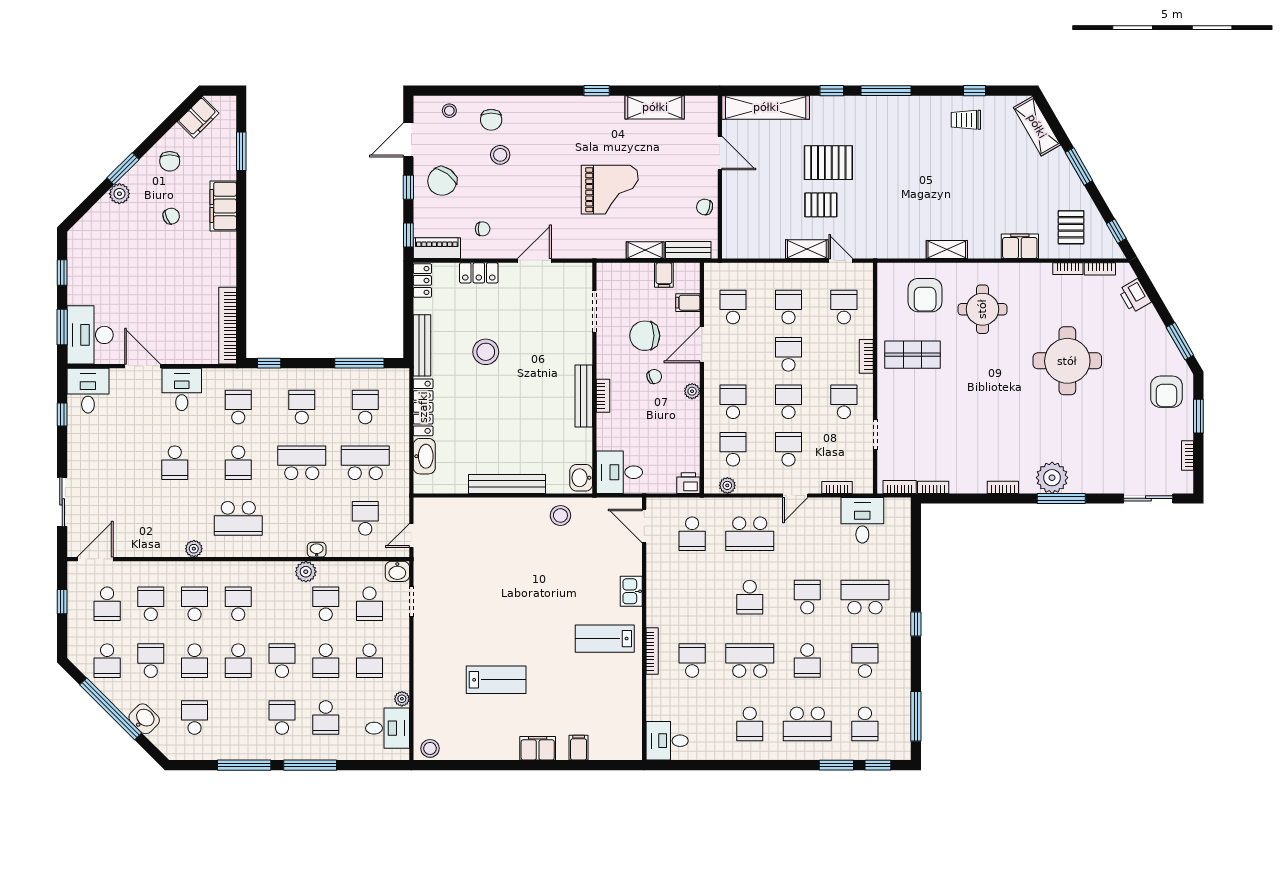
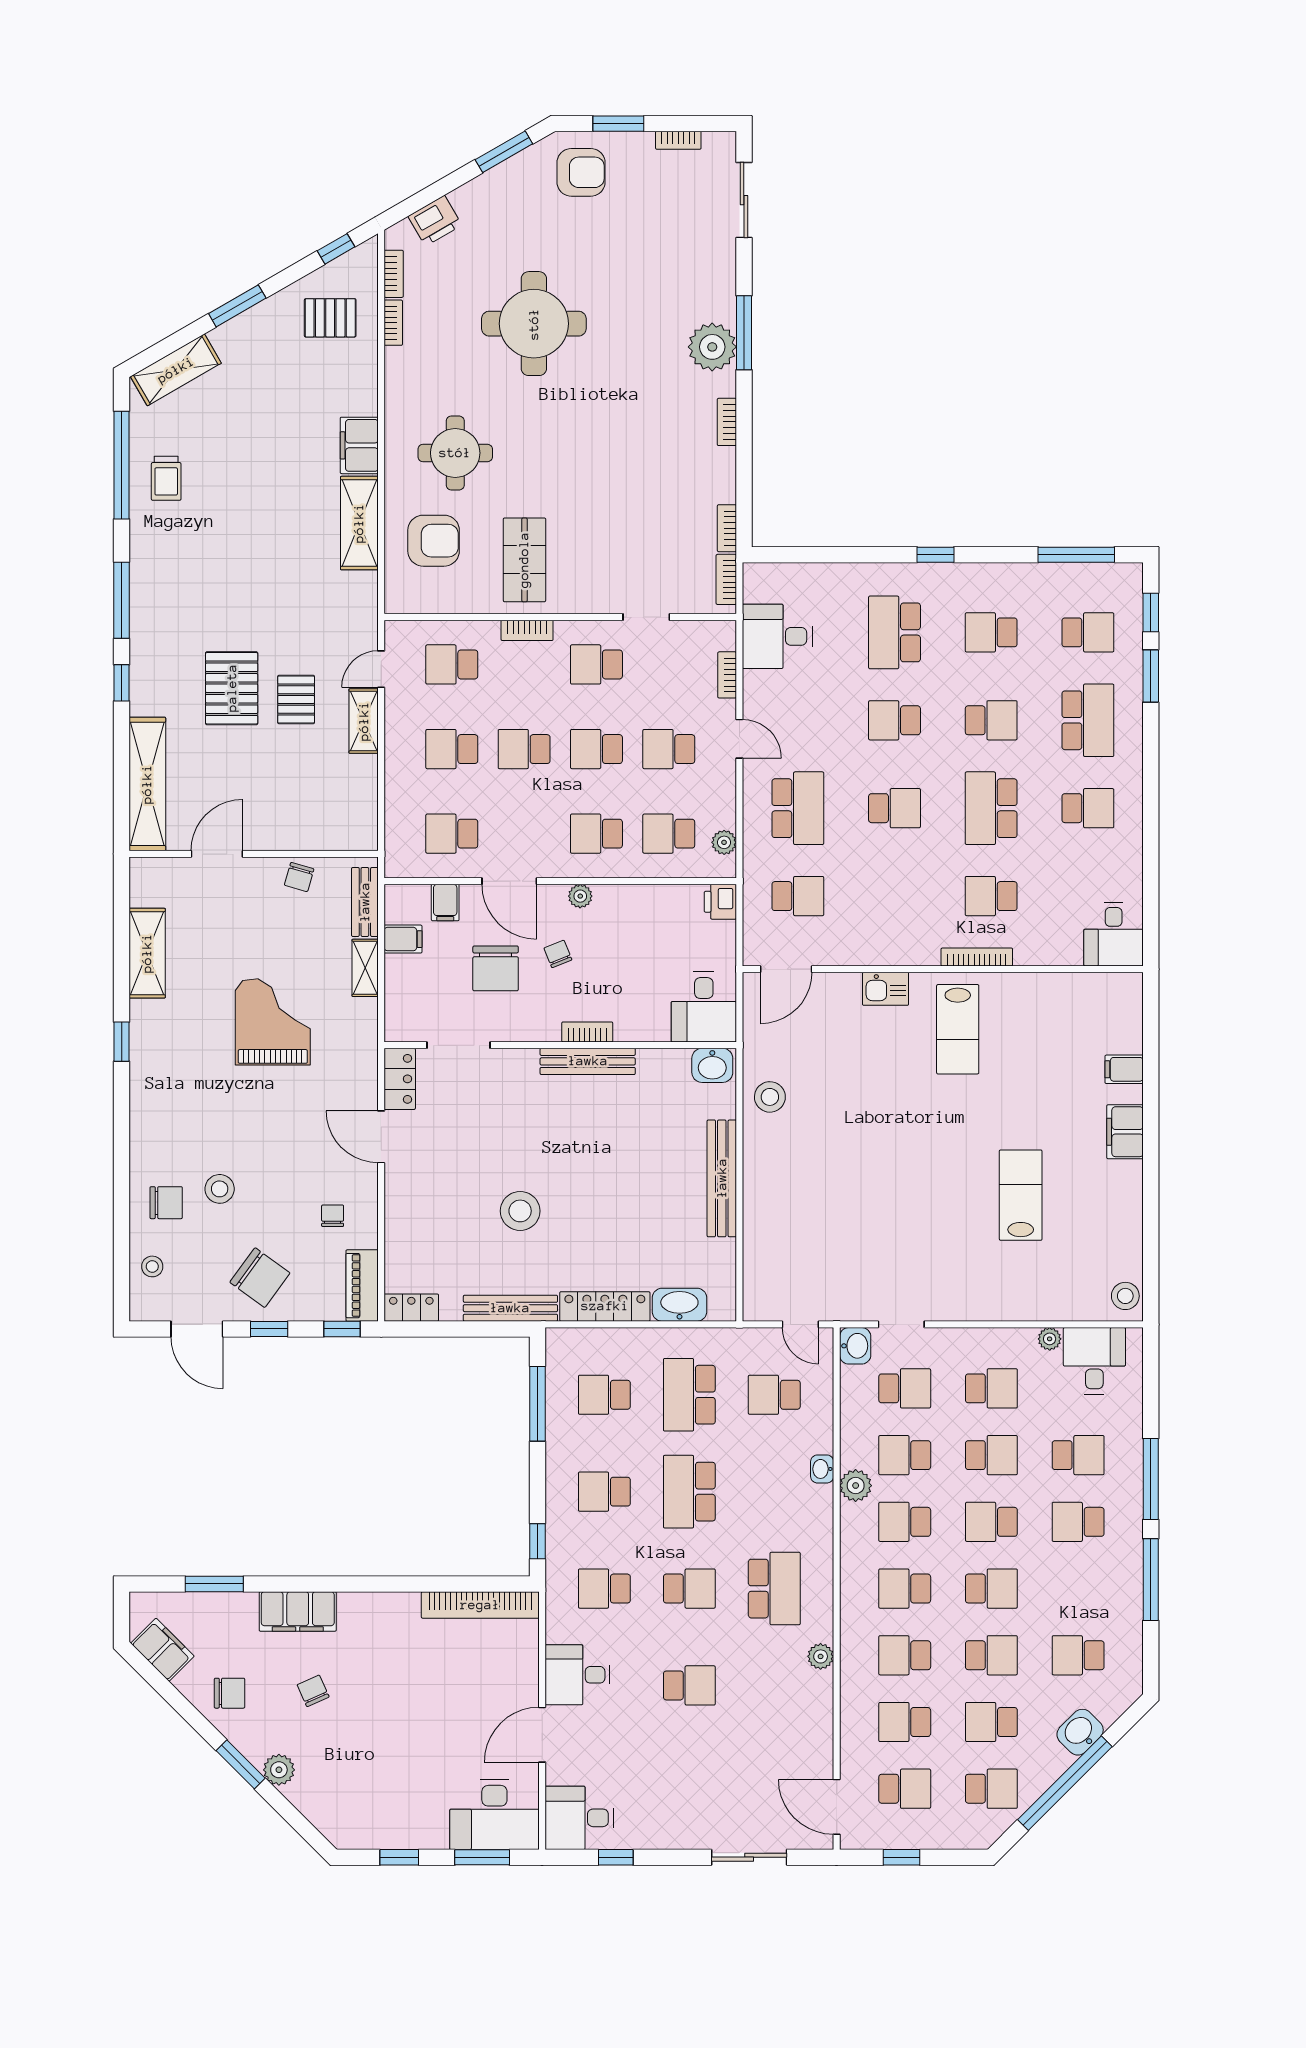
window: (975, 91) -> (122, 465), width x3.17
filing cabinet: (1020, 246) -> (359, 445), moved
shelving: (947, 249) -> (359, 523), width x1.50, depth x1.33
locker: (479, 273) -> (400, 1079), moved
school desk: (282, 604) -> (905, 1522), added

